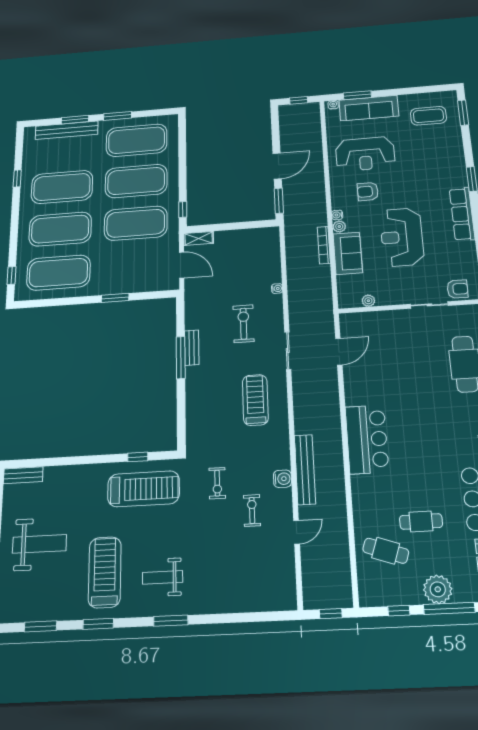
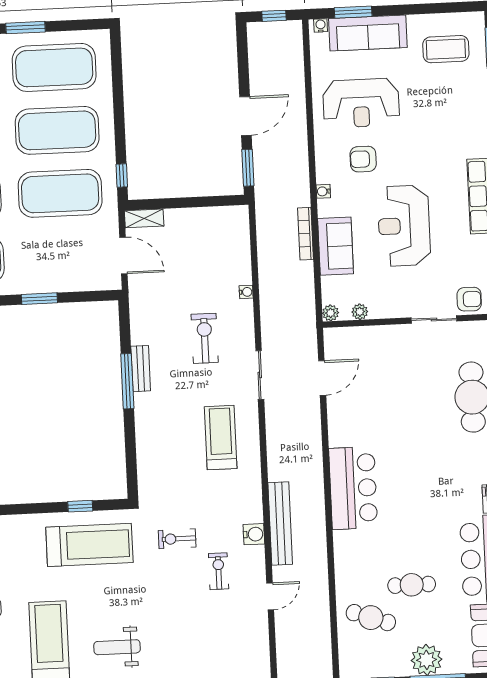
plant: (339, 226) -> (331, 313), moved
exercise bike: (217, 483) -> (177, 539), turned 90

